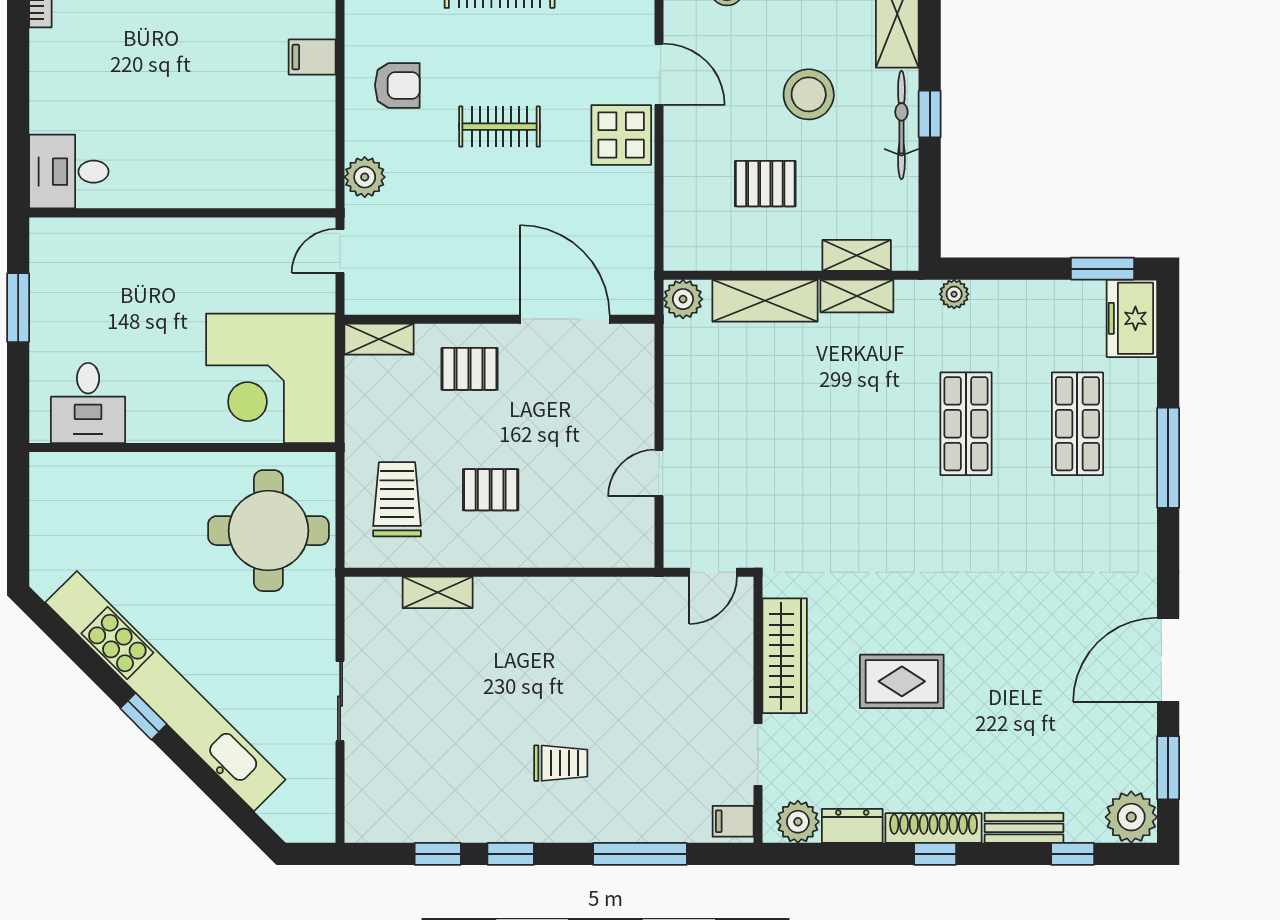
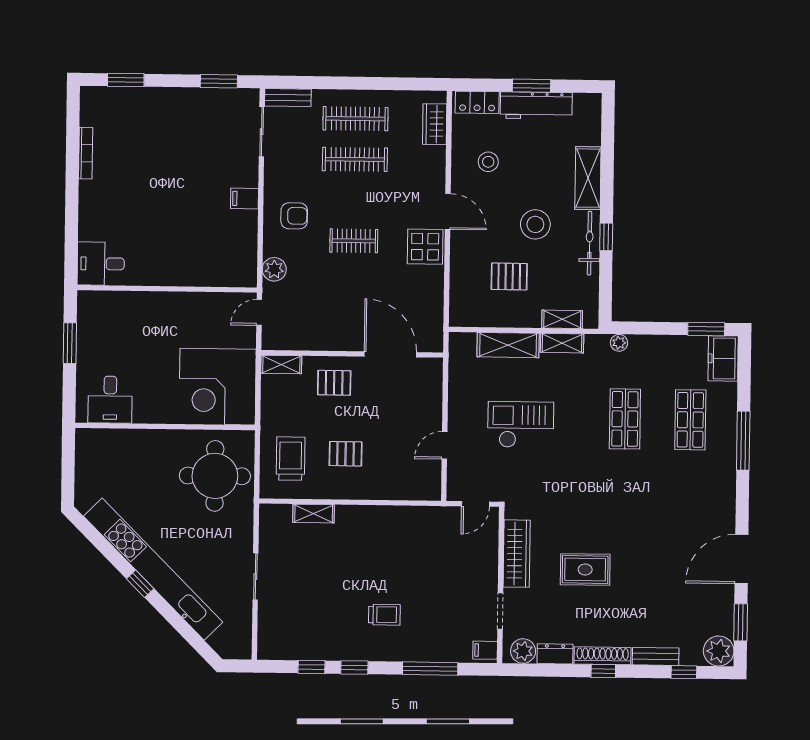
plant: (683, 299) -> (460, 343), removed
checkout: (788, 436) -> (521, 425), added

